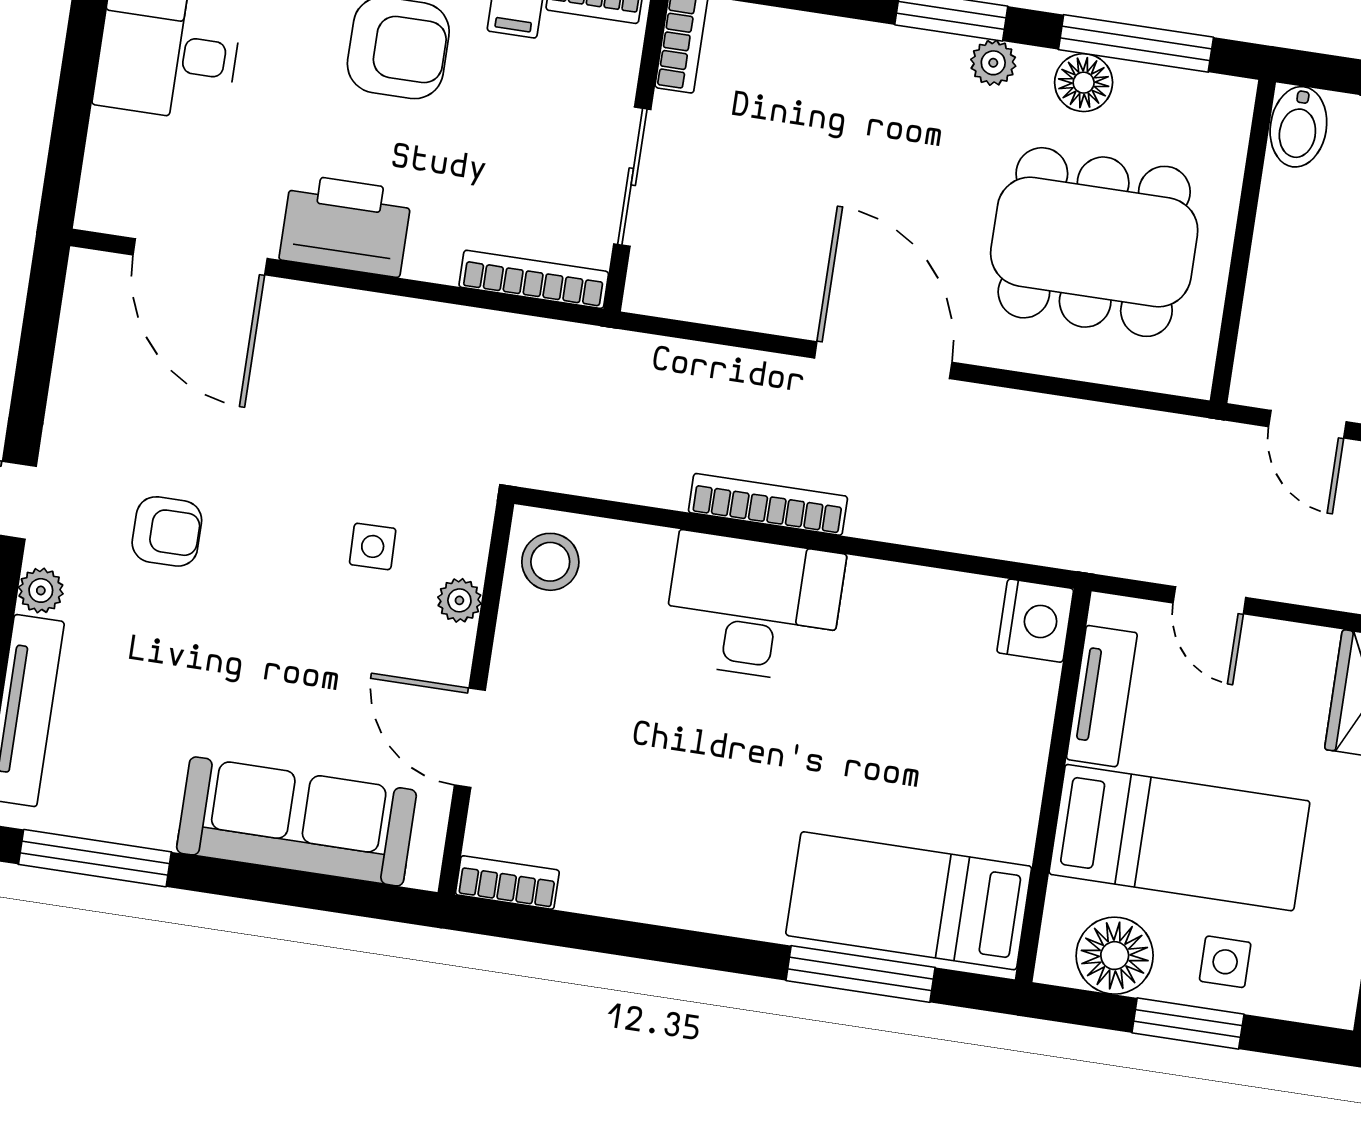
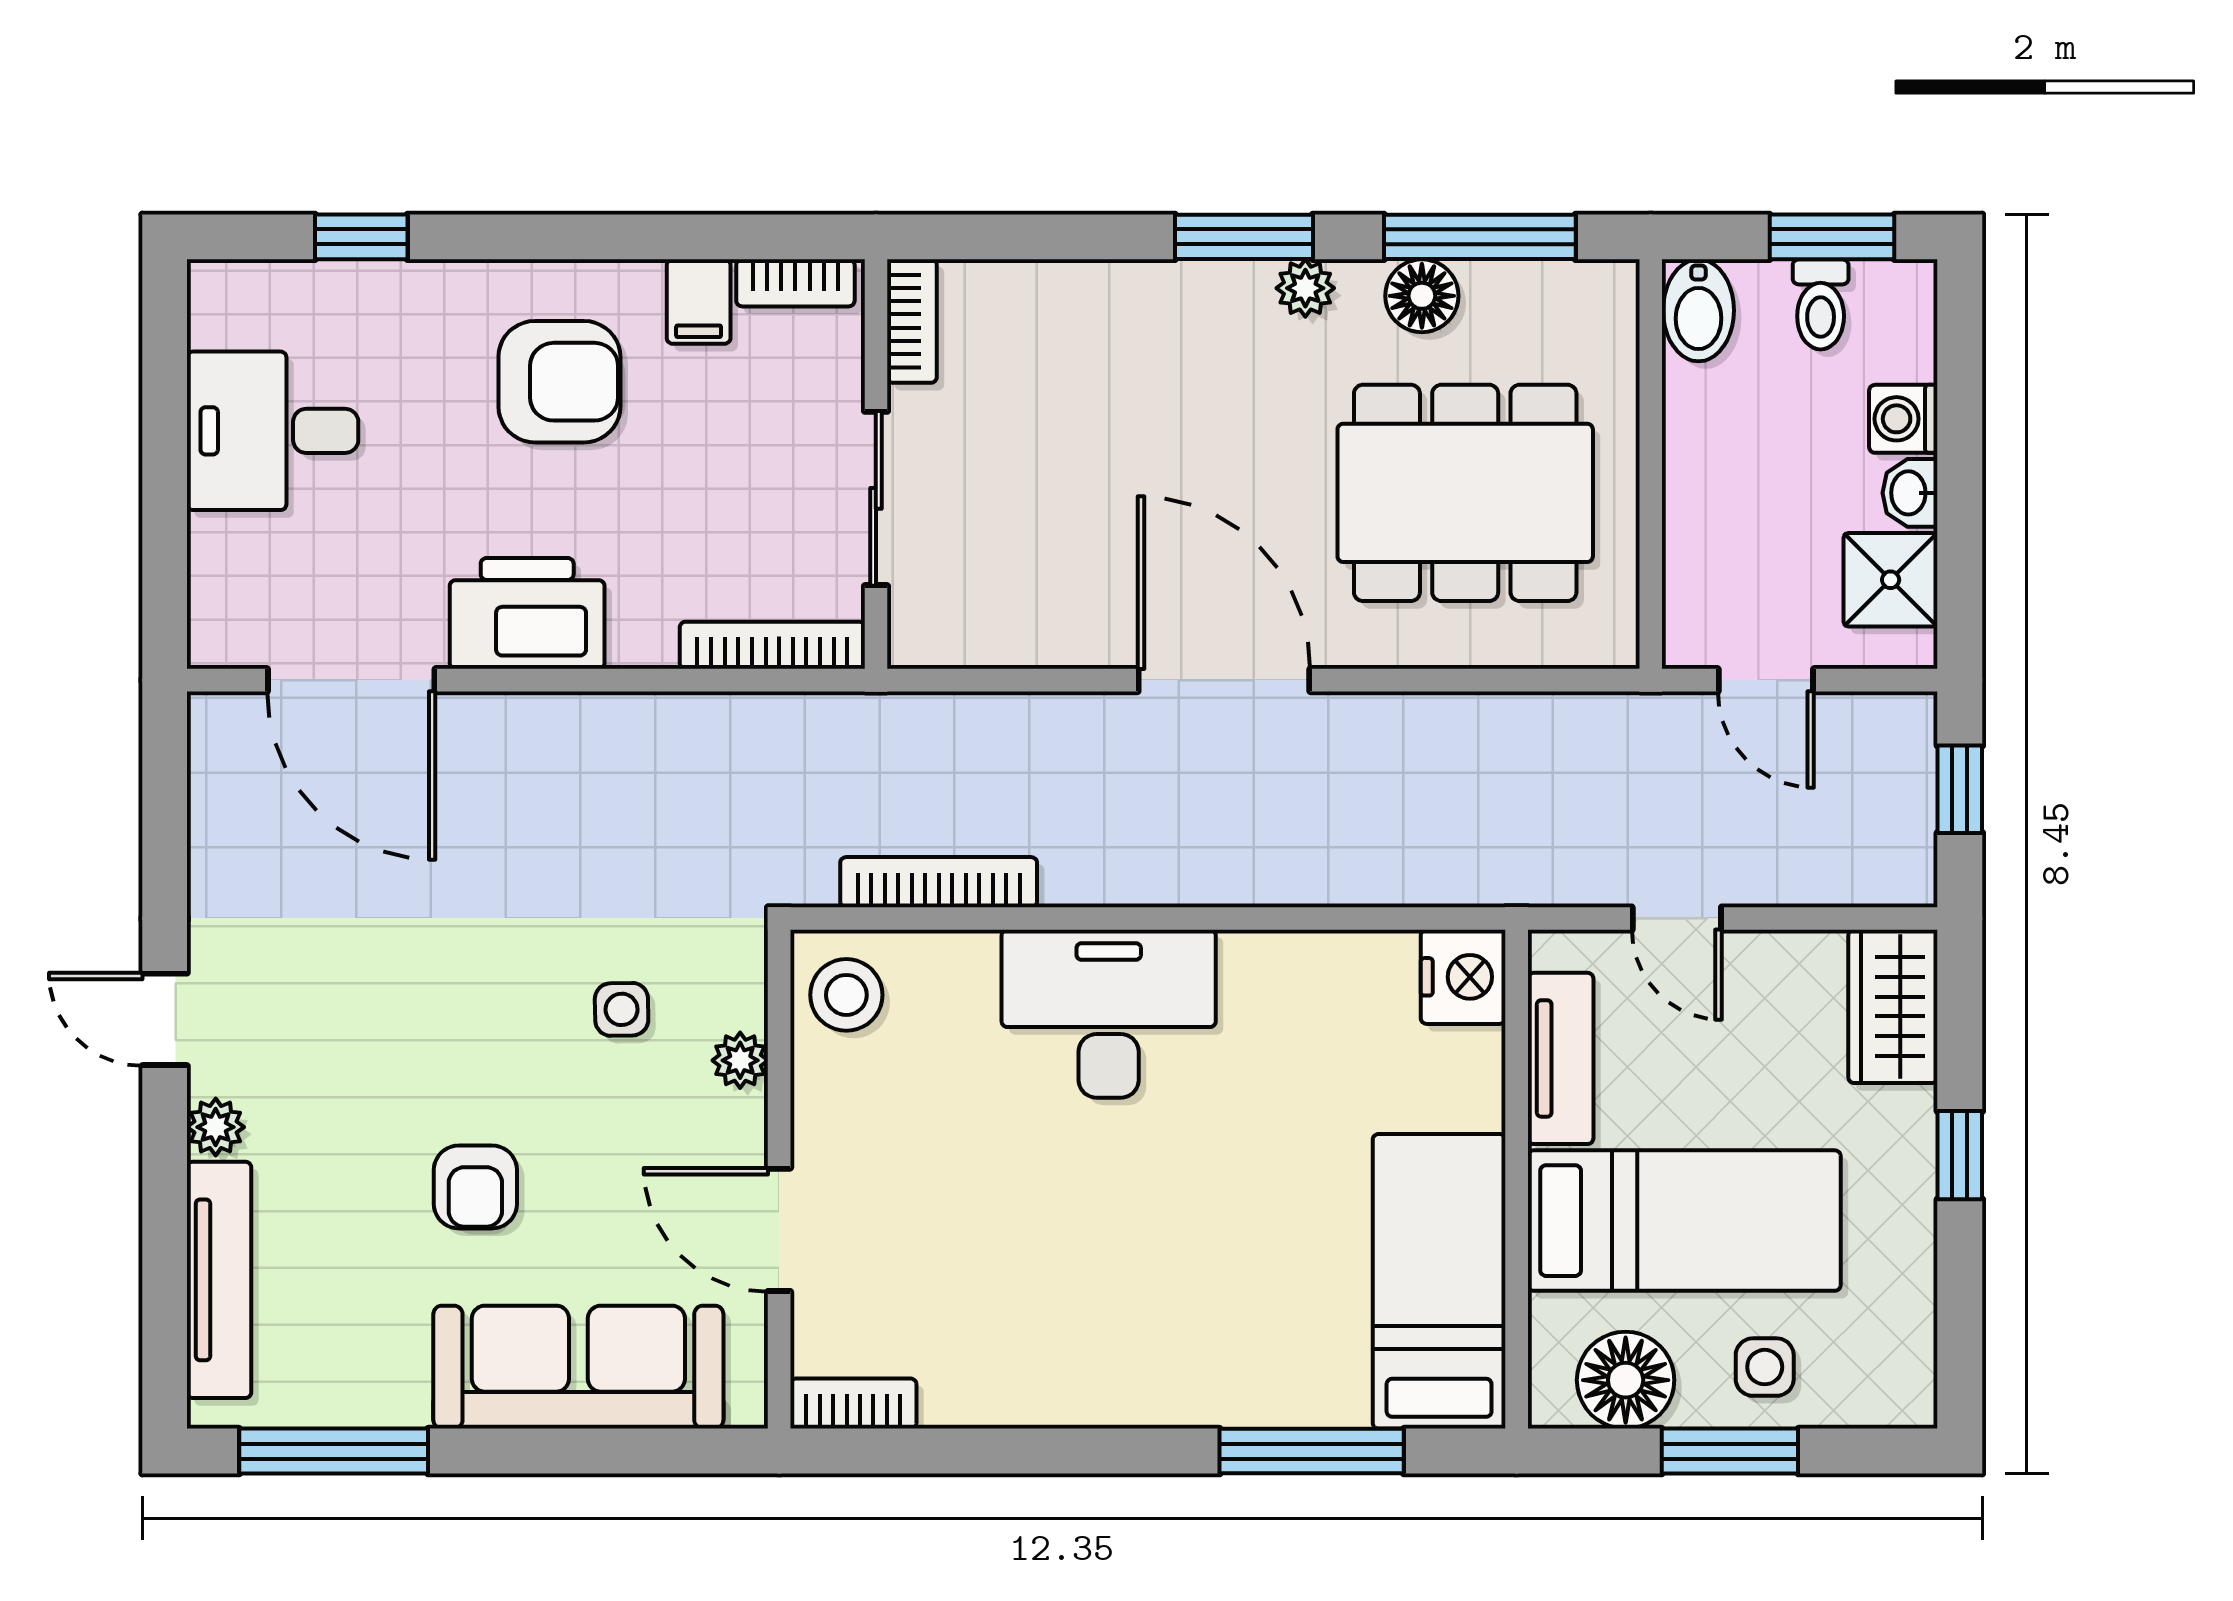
bookcase: (768, 504) -> (939, 882), moved
armchair: (167, 531) -> (475, 1187), moved, turned 90
bed: (909, 901) -> (1439, 1281), moved, turned 90

